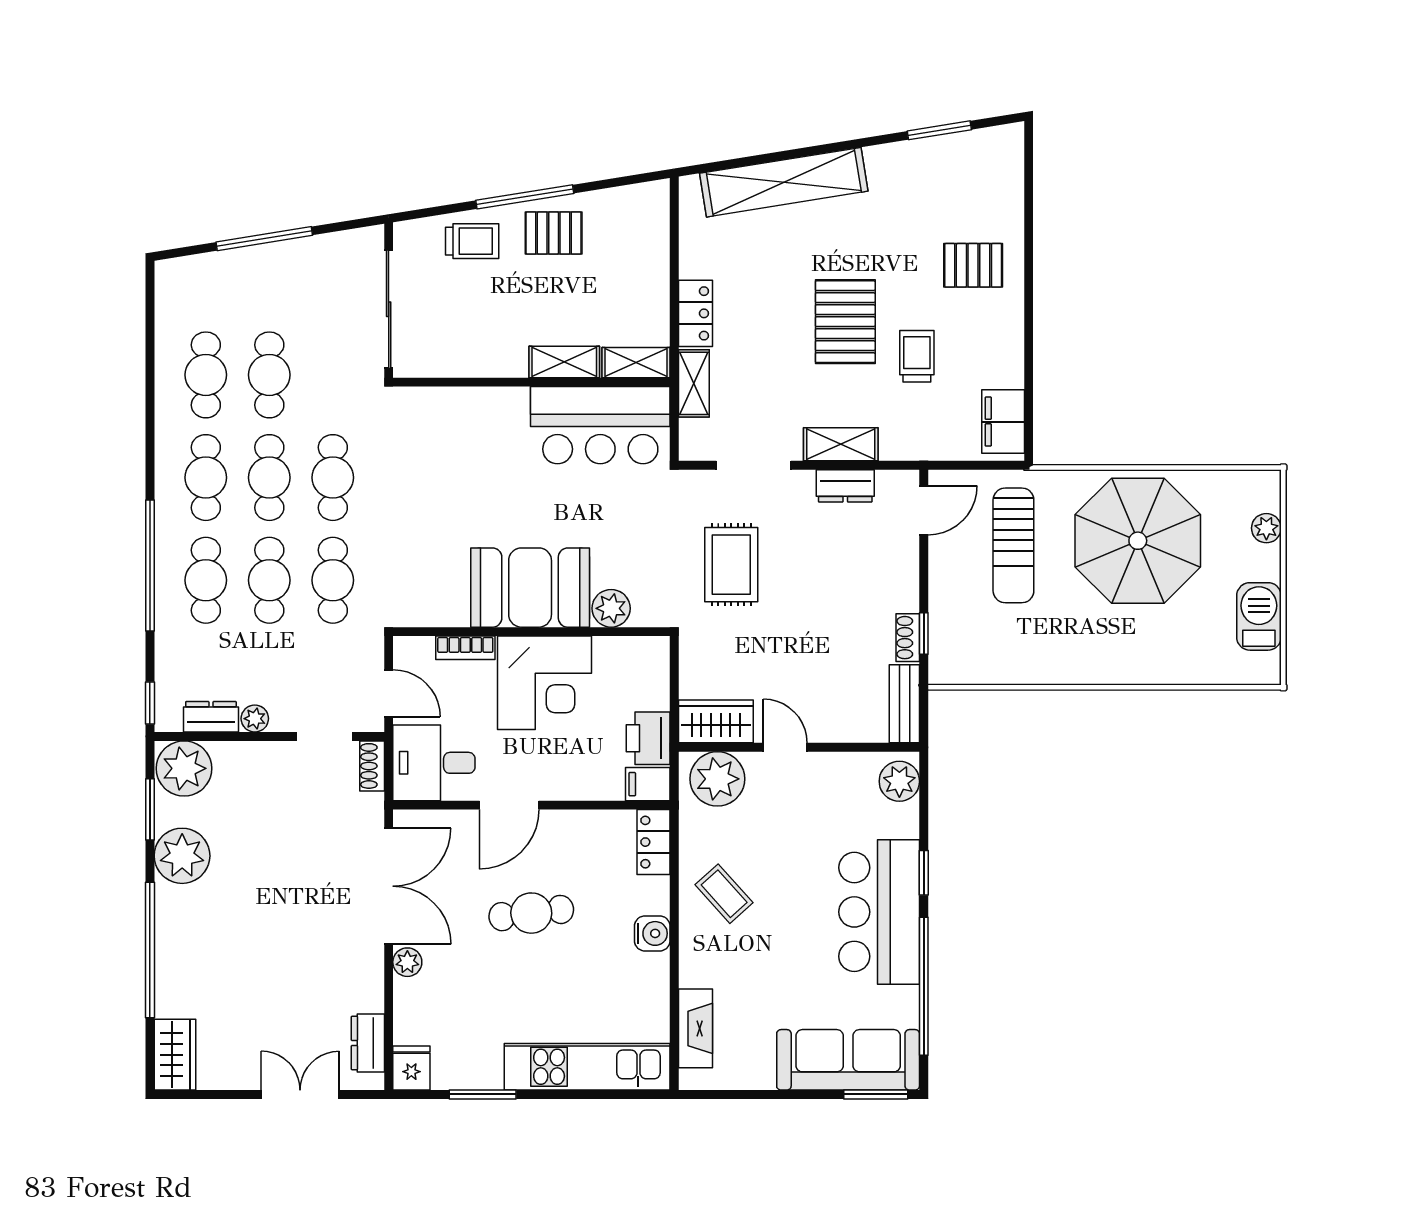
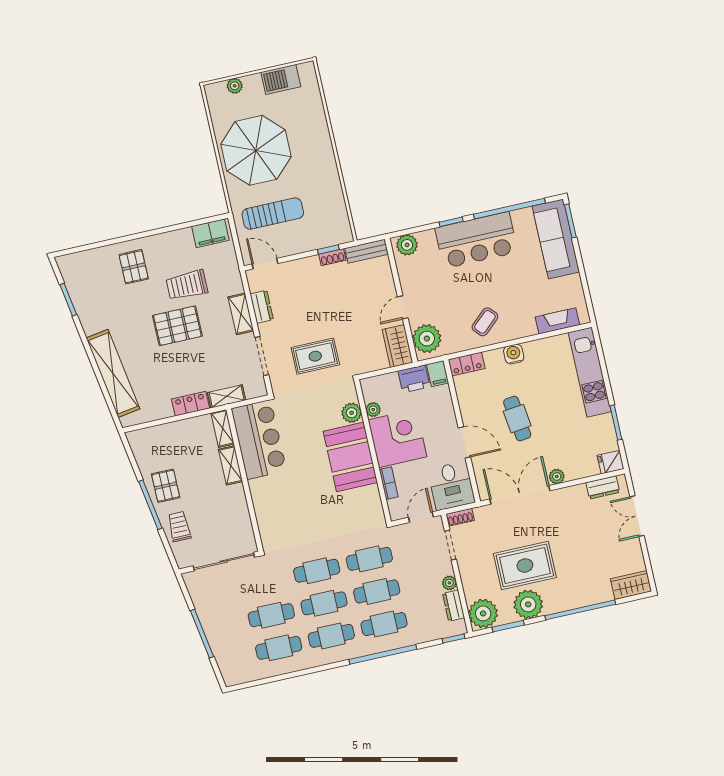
trolley: (917, 356) -> (187, 285), width x1.36, depth x1.39
plant: (608, 650) -> (373, 410), added
rug: (255, 866) -> (525, 566), added

